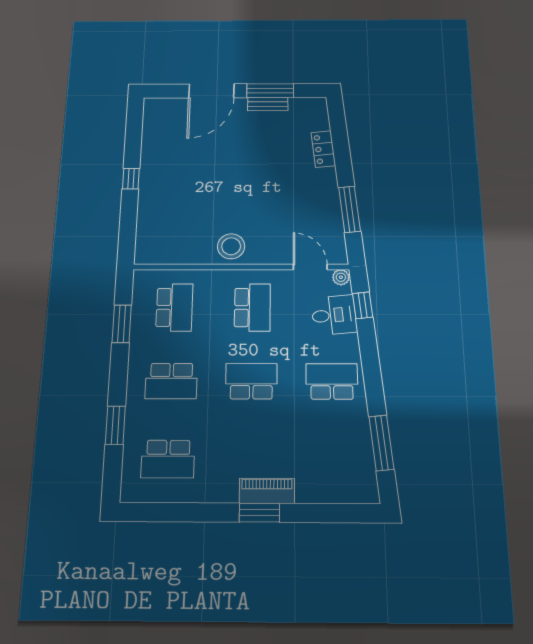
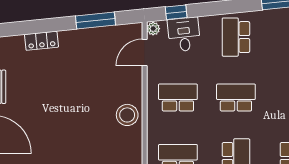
school desk: (251, 381) -> (236, 98), turned 90

